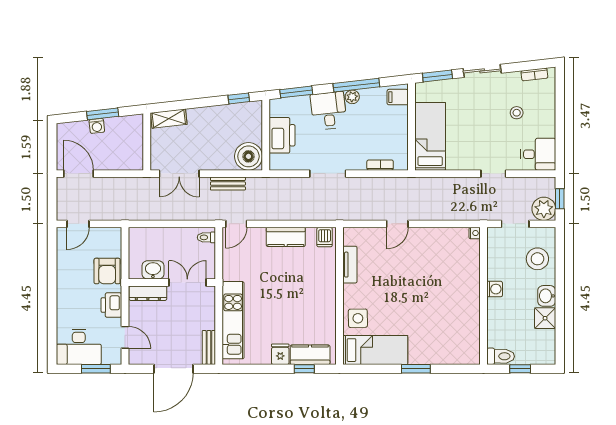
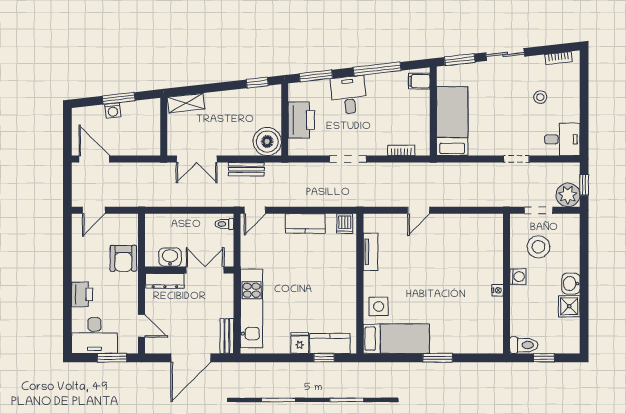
plant: (352, 97) -> (373, 81), removed
nightstand: (475, 233) -> (497, 290), moved
stool: (537, 259) -> (538, 247), moved
printer: (111, 305) -> (82, 294), moved, turned 180

